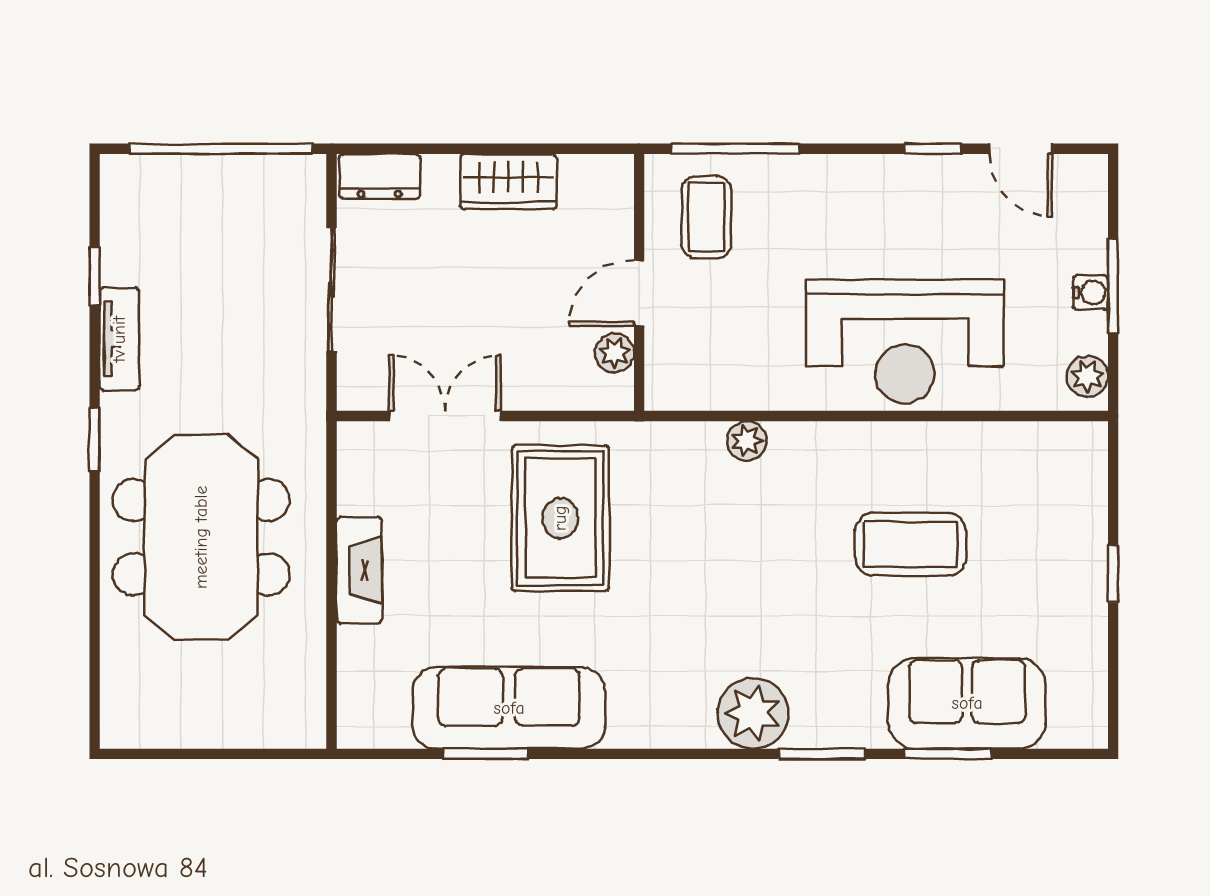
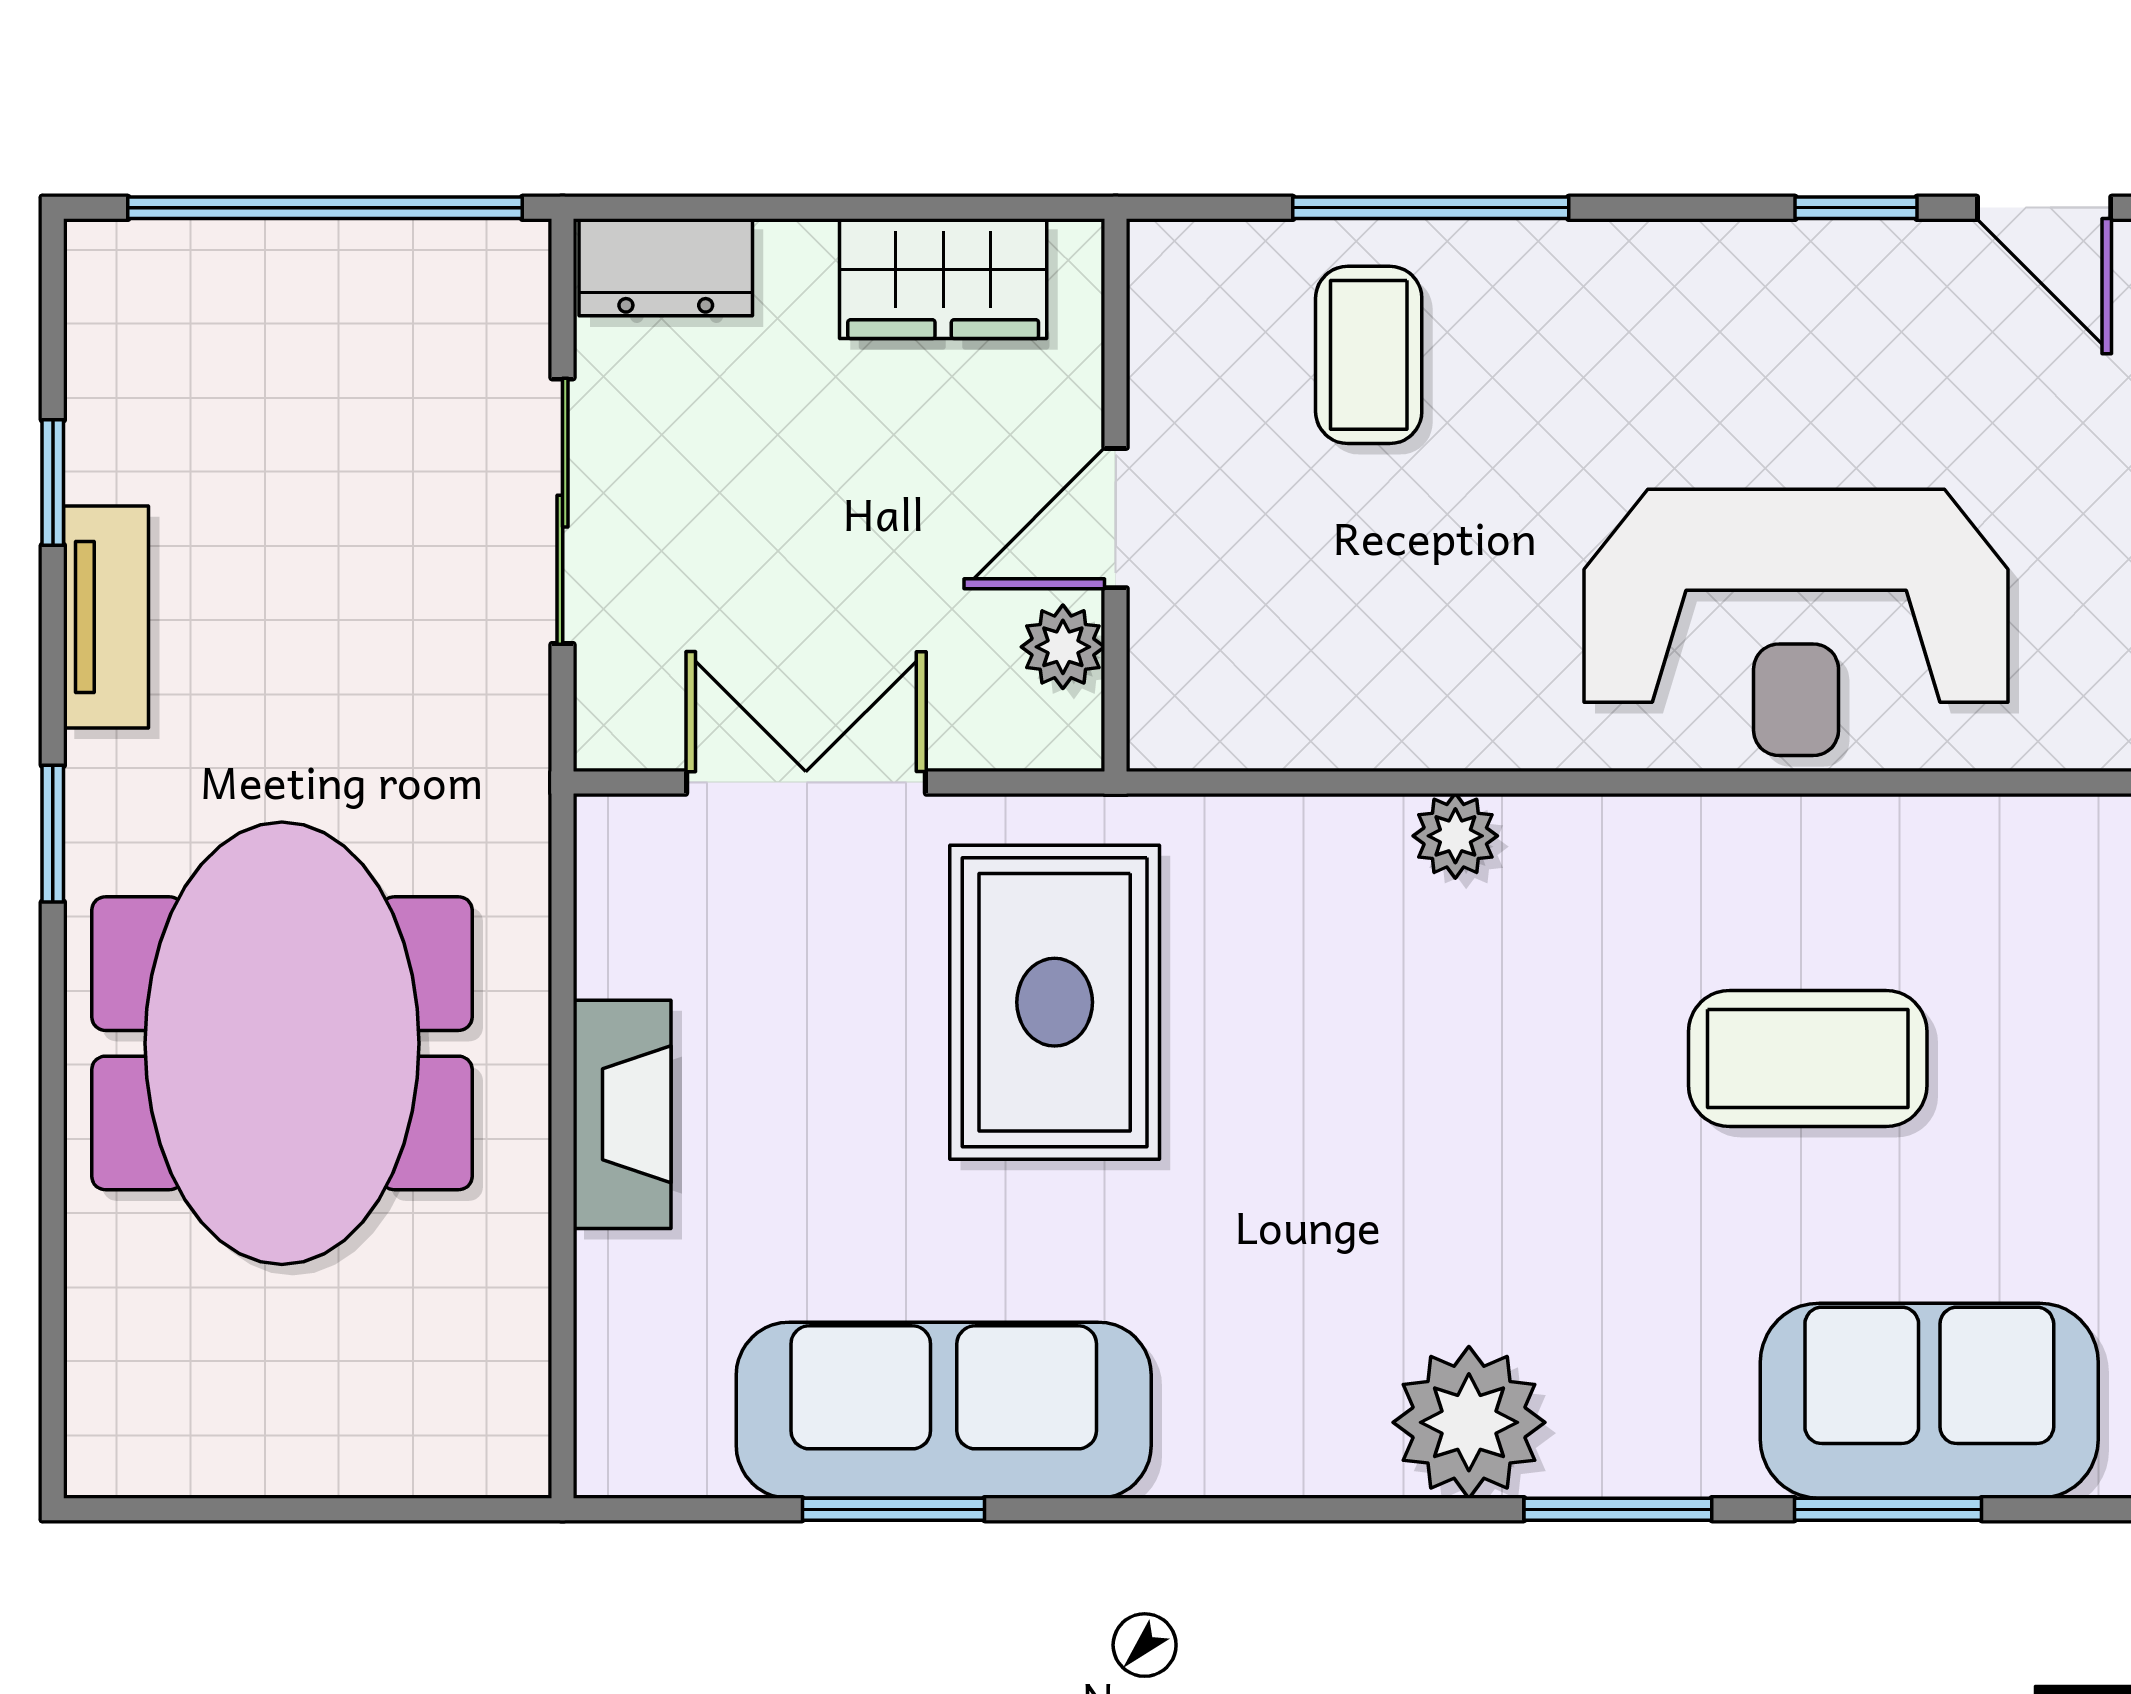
wall: (639, 282) -> (1116, 495), moved
door: (639, 293) -> (1116, 518), moved
plant: (615, 353) -> (1063, 647), moved

